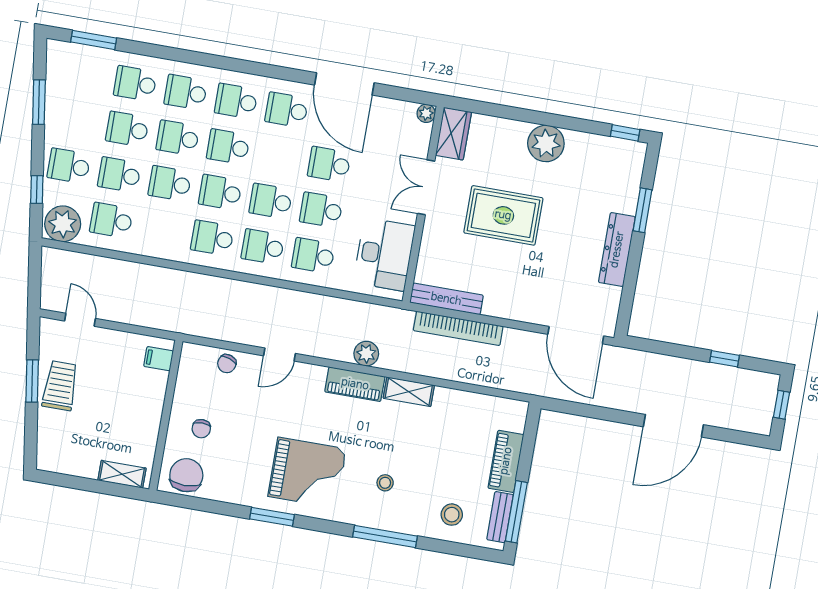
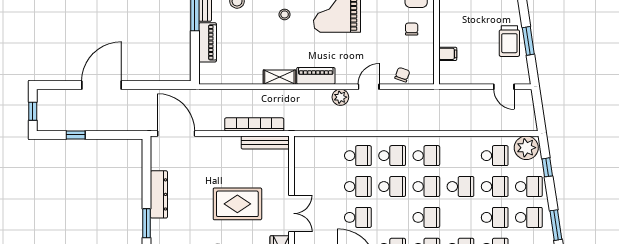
school desk: (178, 138) -> (529, 217), moved
desk: (384, 254) -> (311, 165), removed
plant: (366, 354) -> (340, 97), moved
filing cabinet: (159, 359) -> (448, 54), moved

